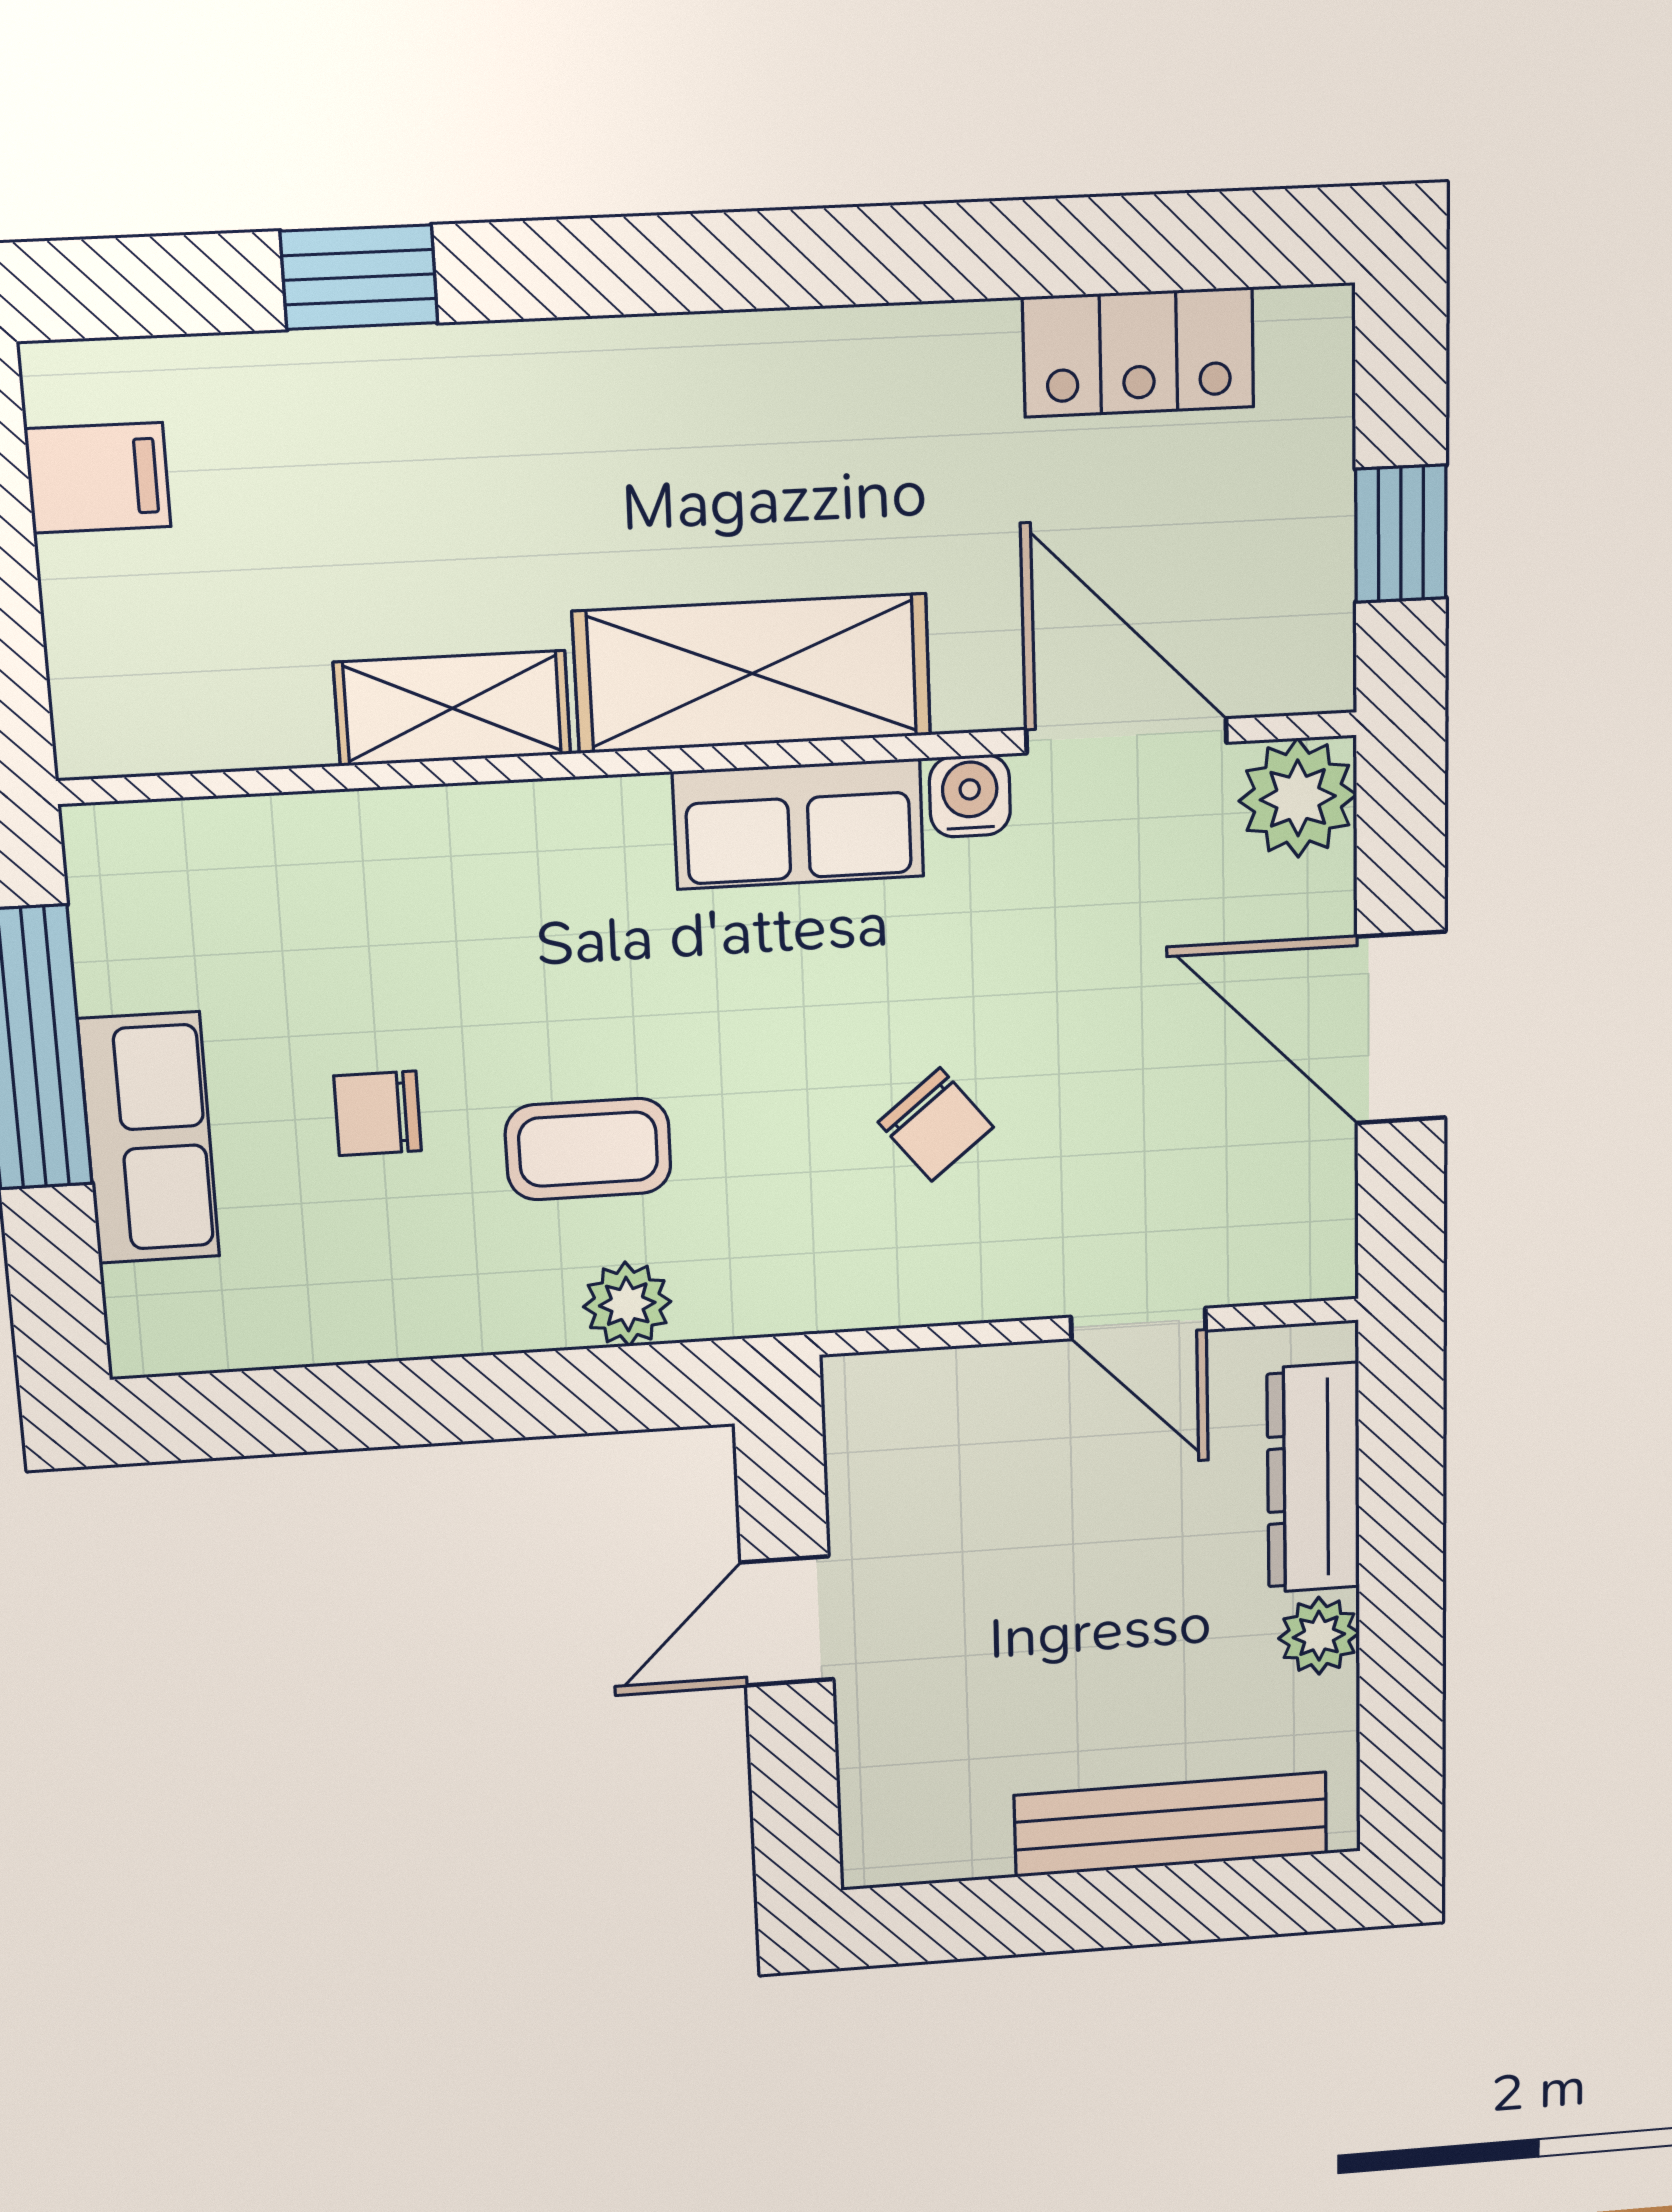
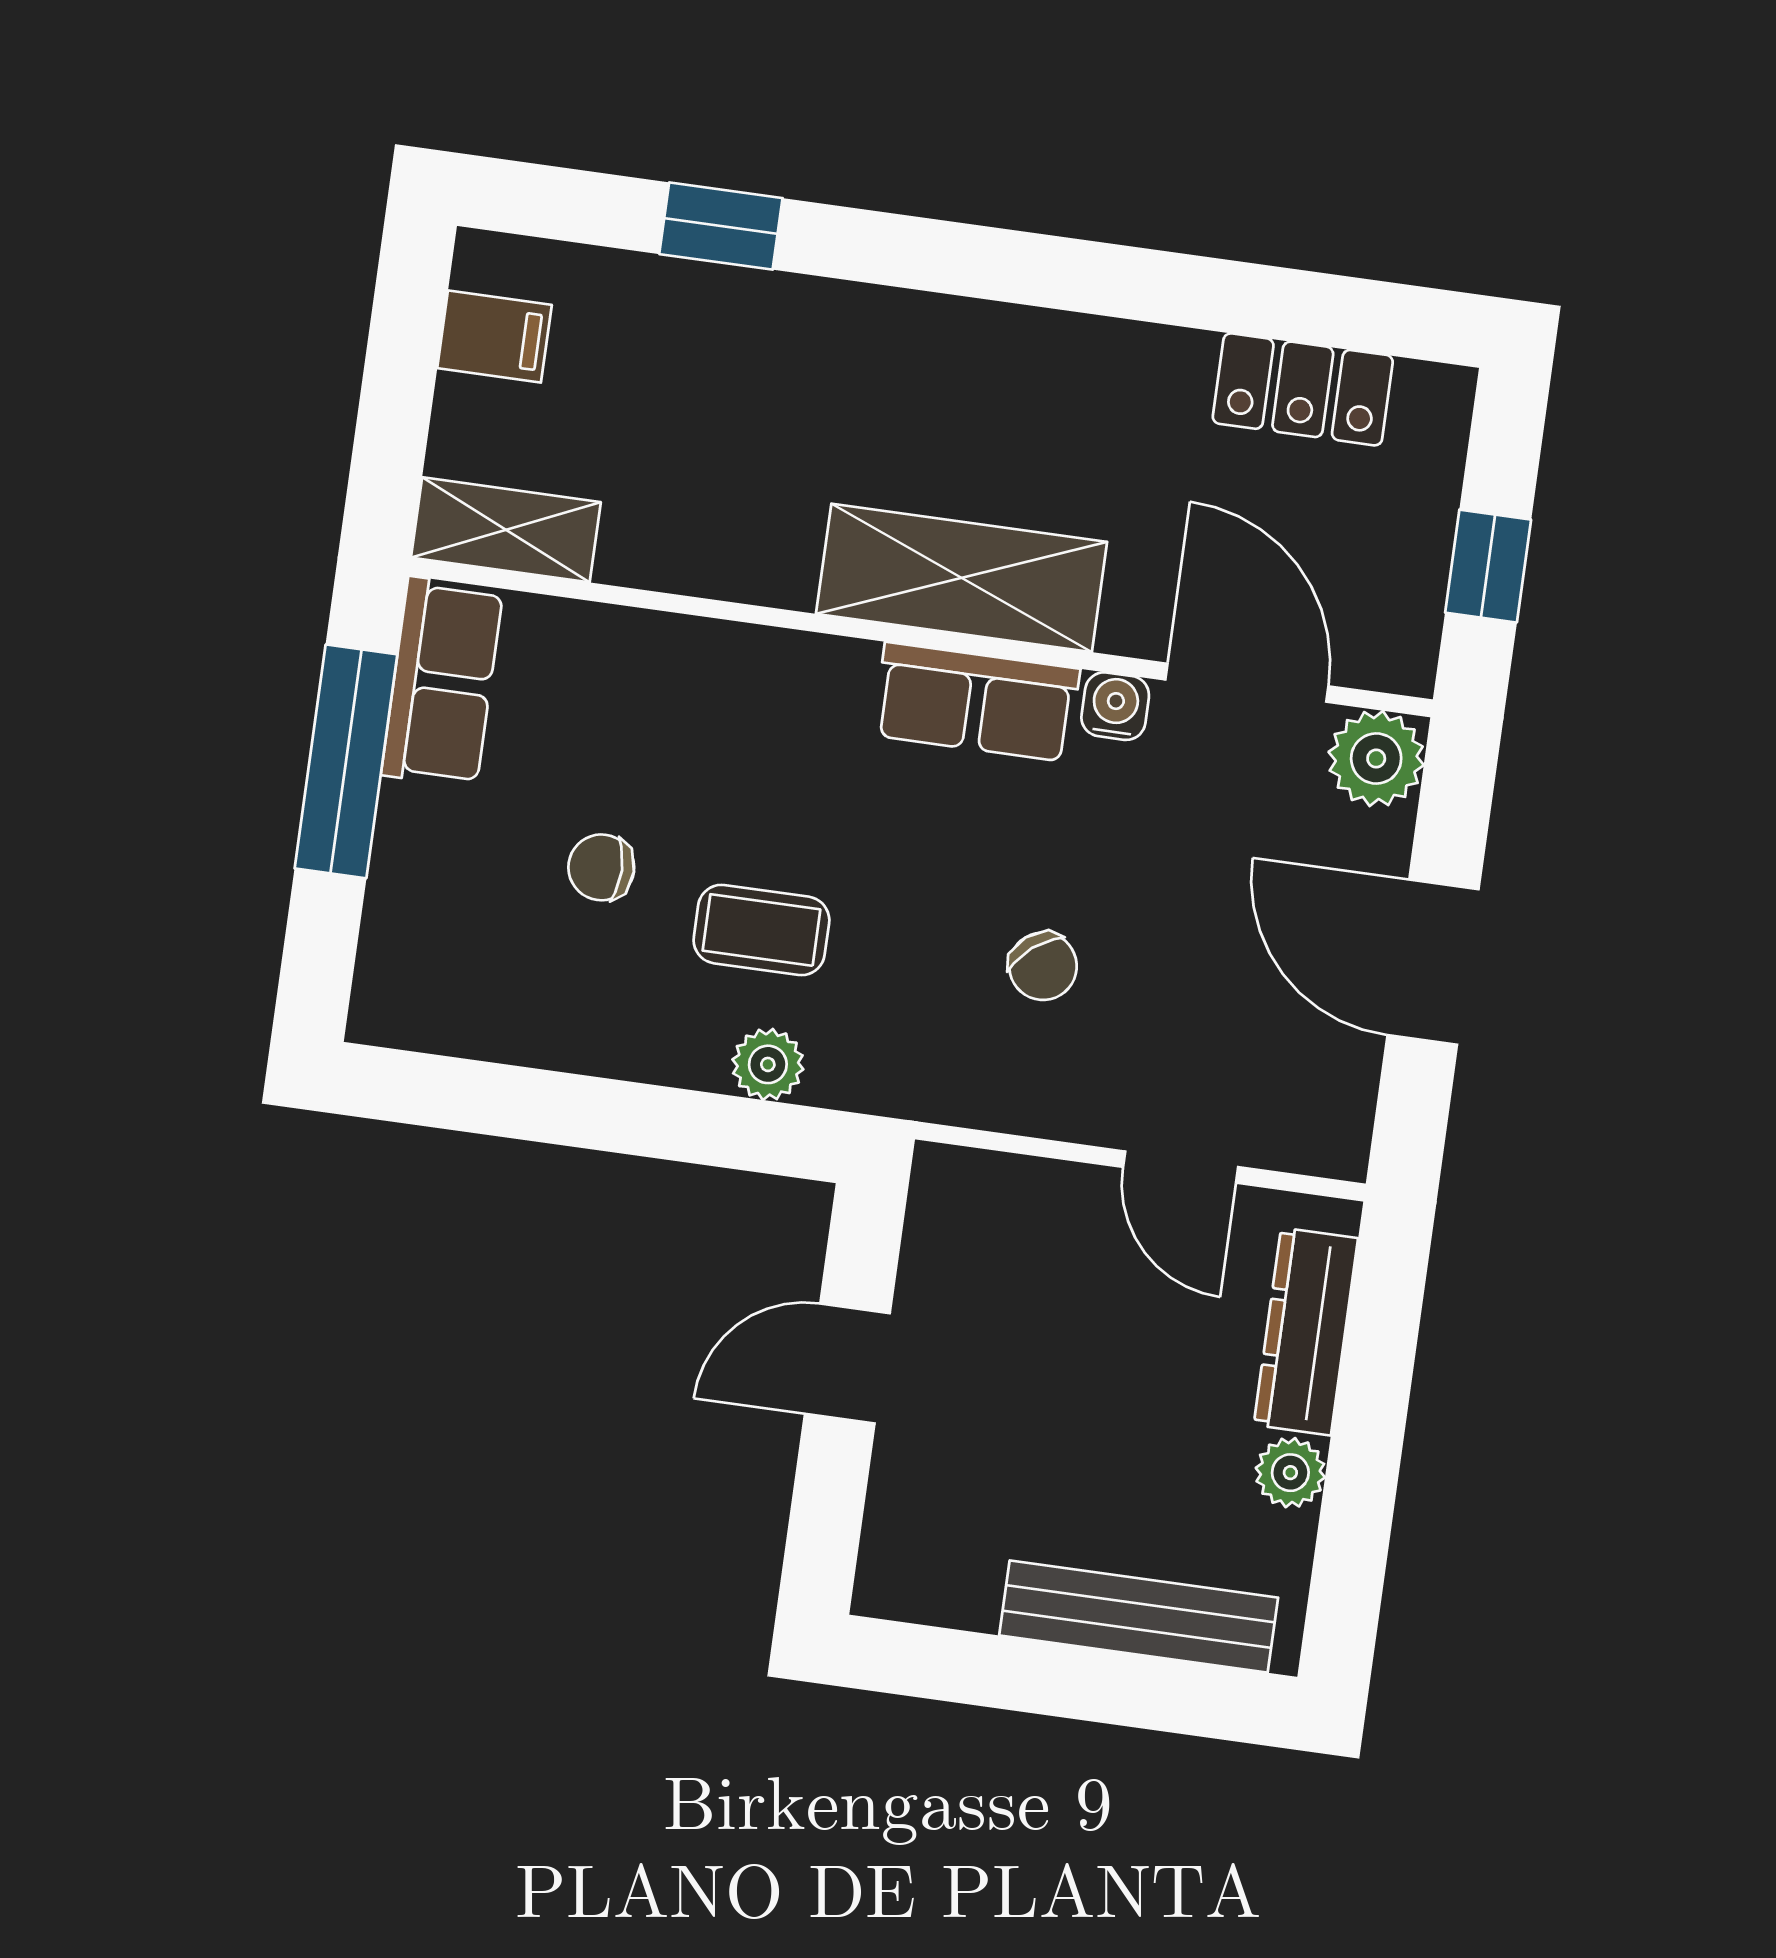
shelving: (452, 708) -> (506, 530), moved
row of seats: (149, 1138) -> (442, 682), moved

